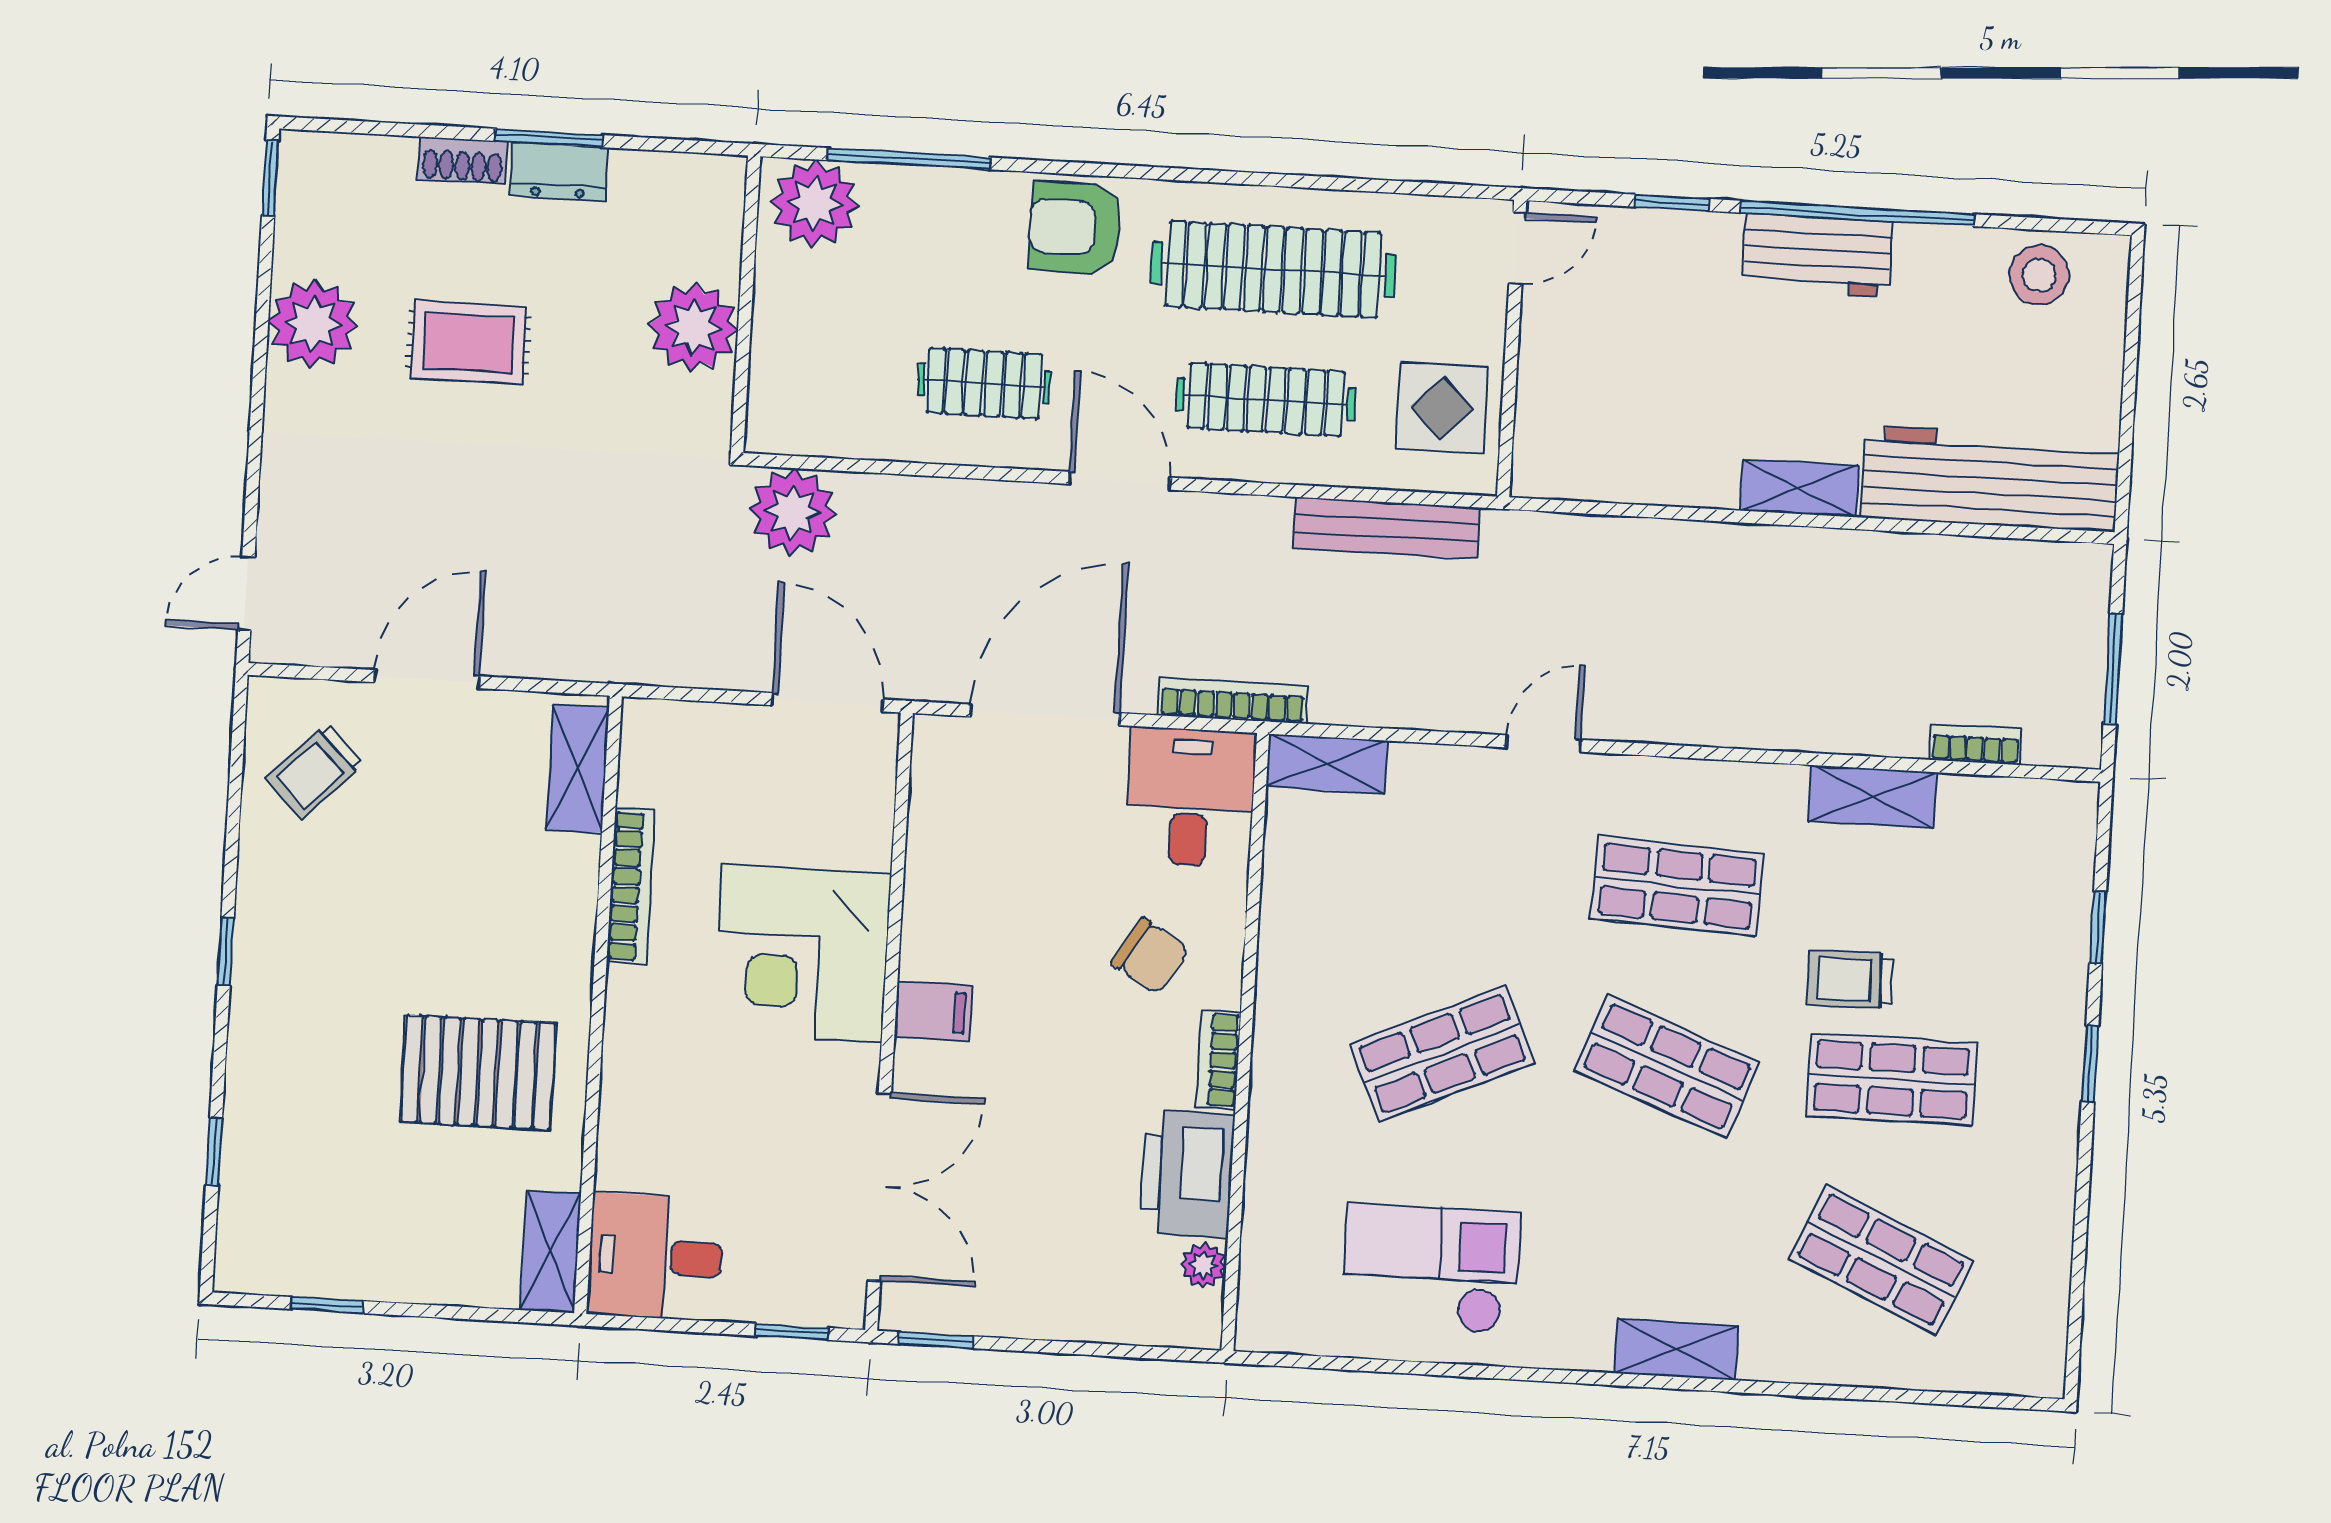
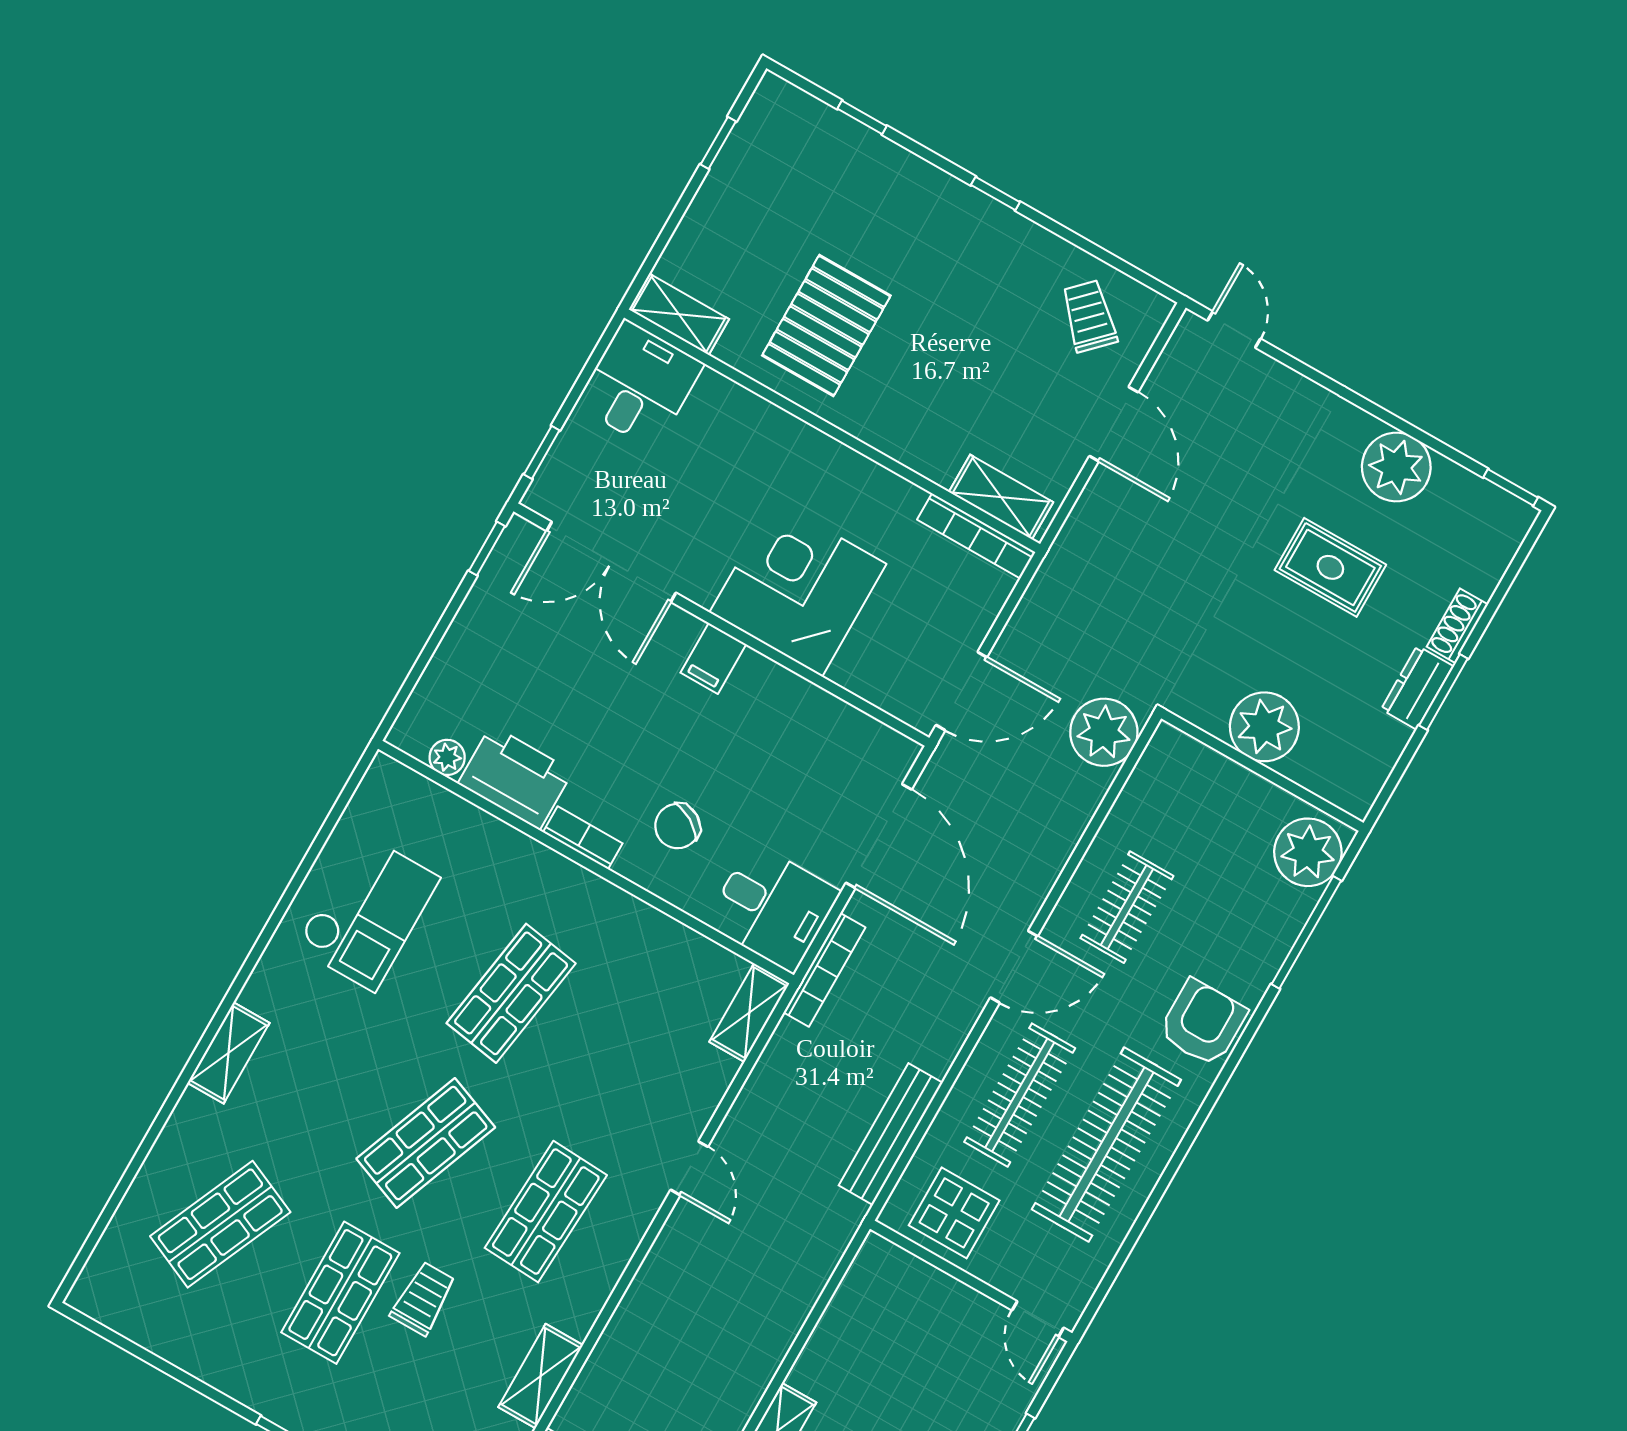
rug: (468, 343) -> (1330, 567), turned 90
bookcase: (631, 886) -> (976, 536), moved
shop shelf: (1442, 1054) -> (511, 993), turned 33

